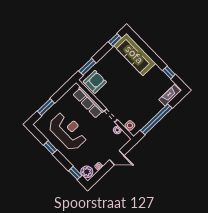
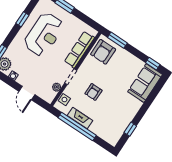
sofa: (135, 54) -> (145, 83), width x0.73
armchair: (95, 82) -> (103, 52), turned 90
fireplace: (170, 95) -> (80, 118), moved
armchair: (129, 98) -> (93, 92), added

